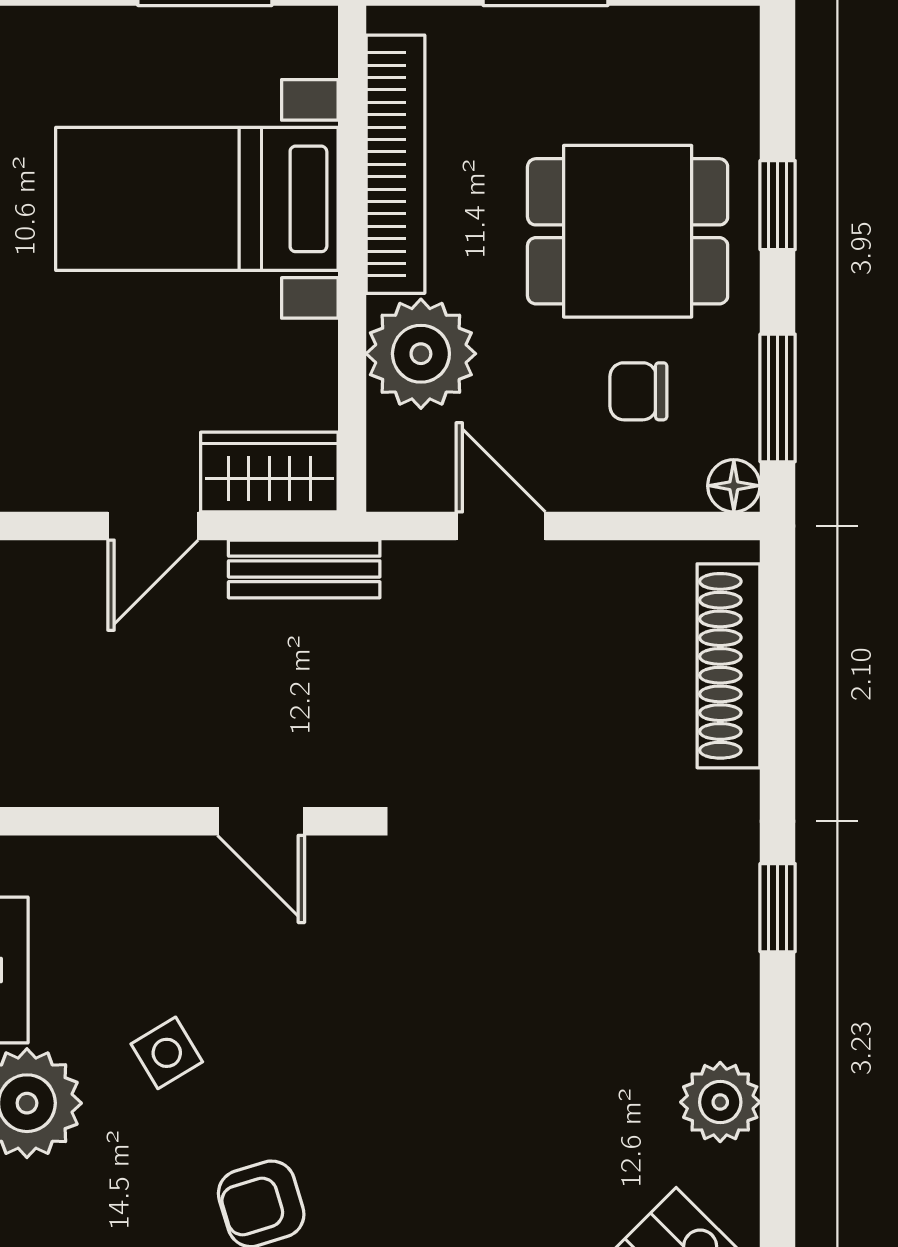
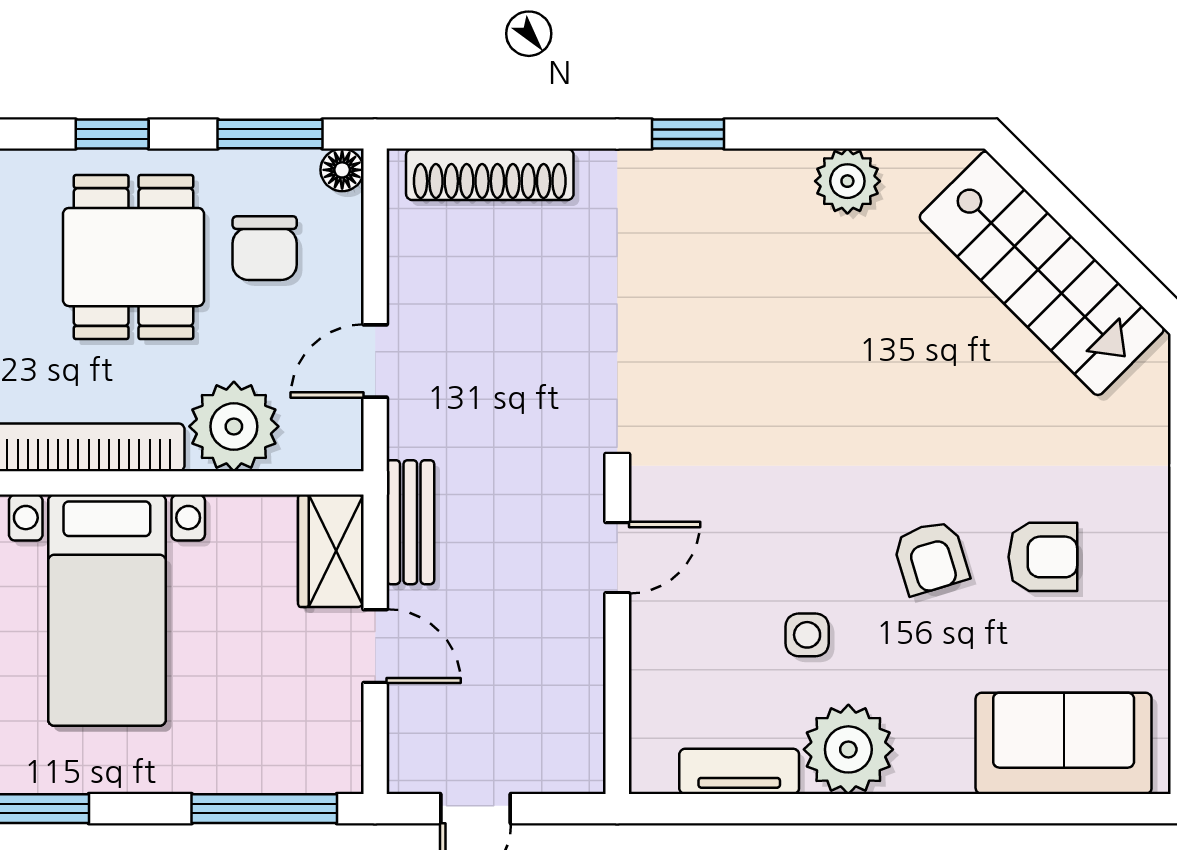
chair: (638, 391) -> (265, 248), width x1.37, depth x1.37
side table: (167, 1053) -> (807, 635), turned 31

